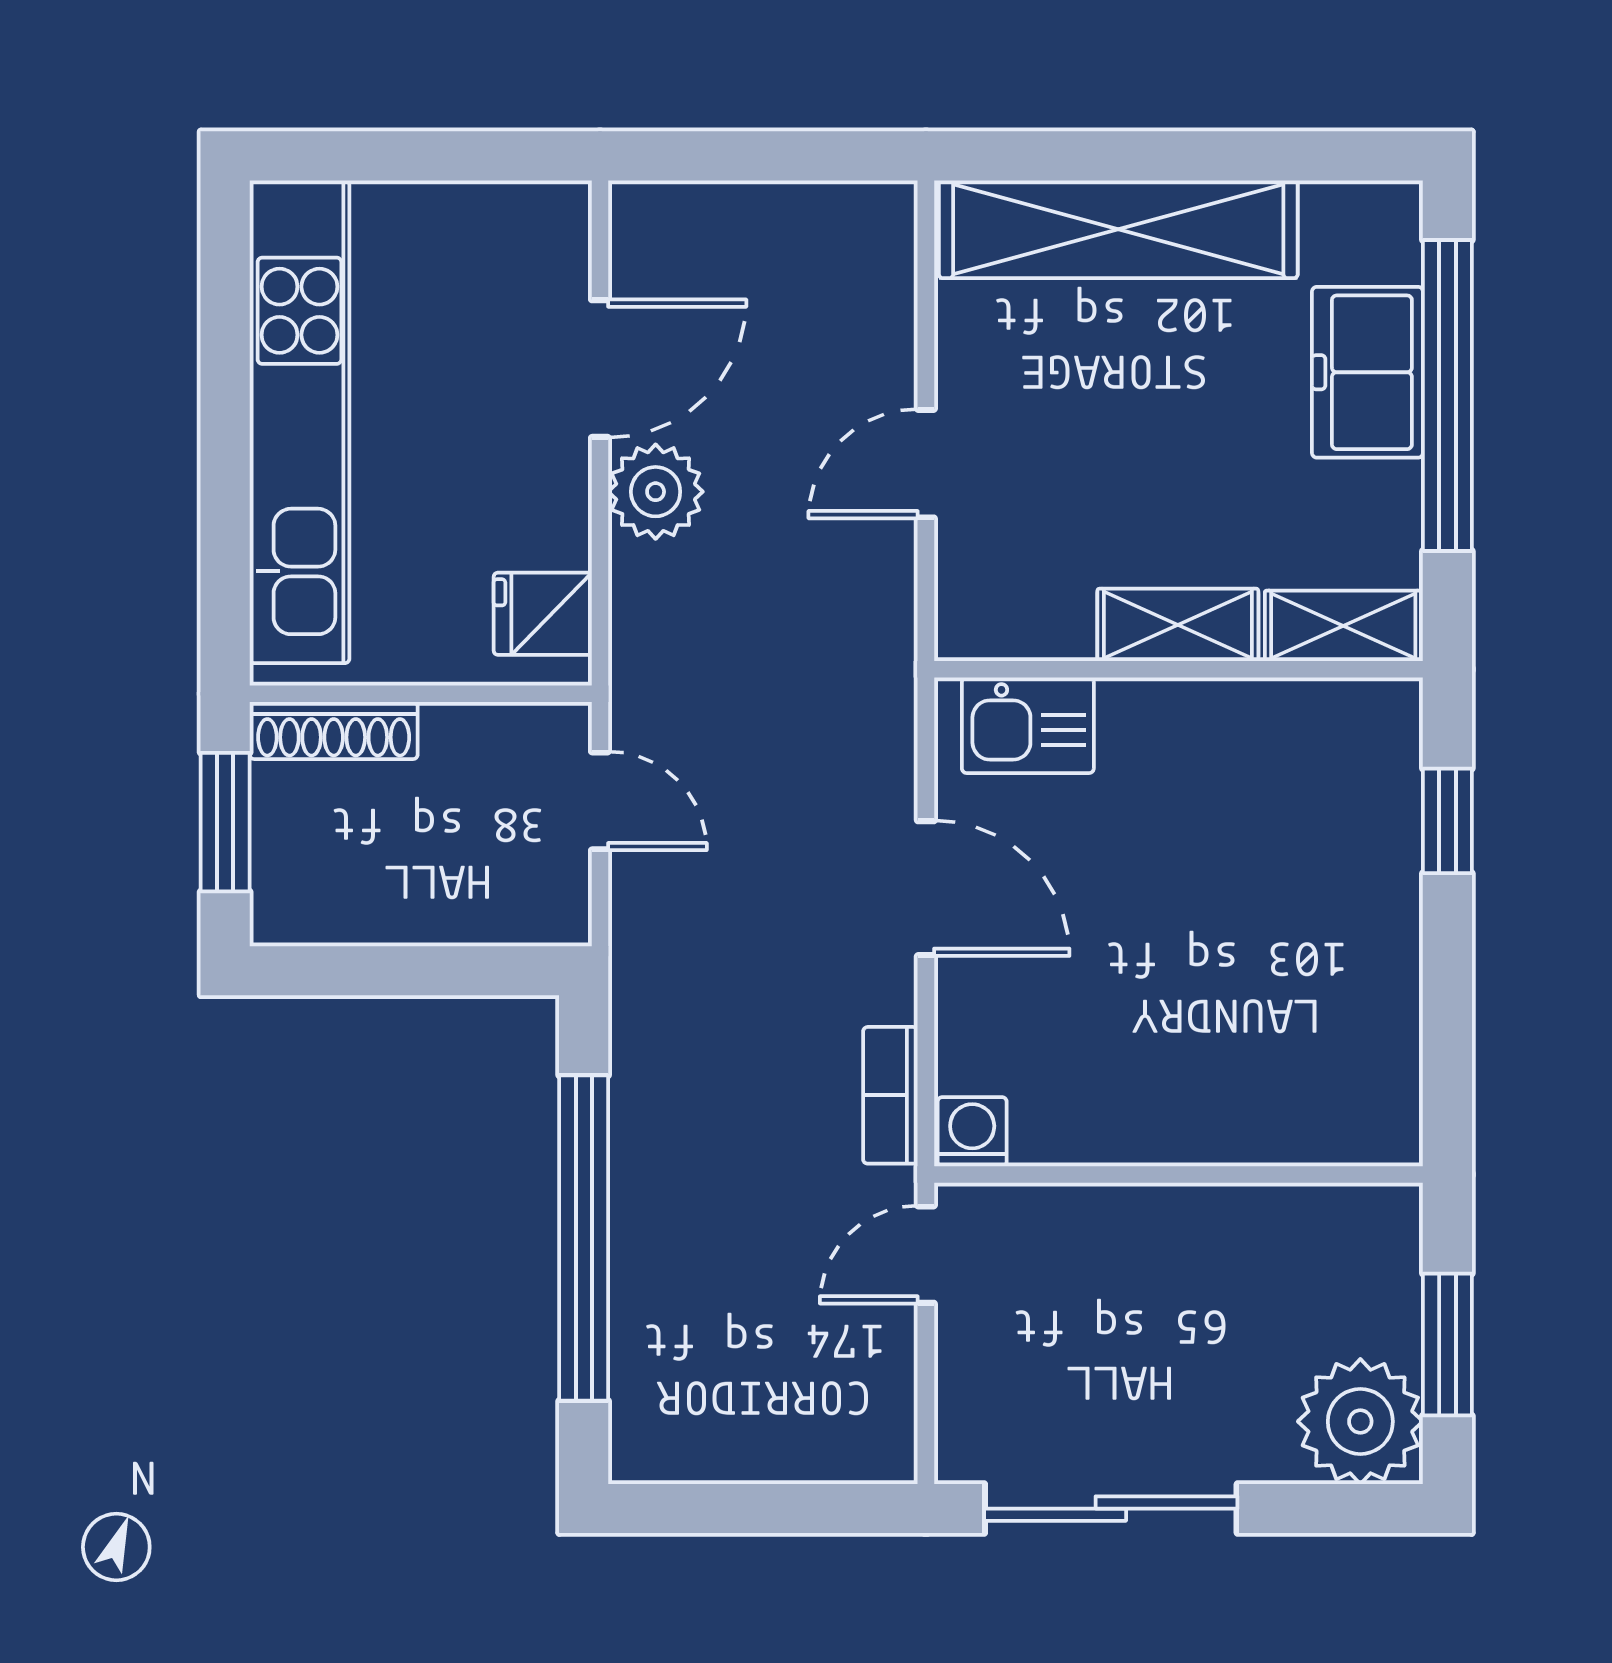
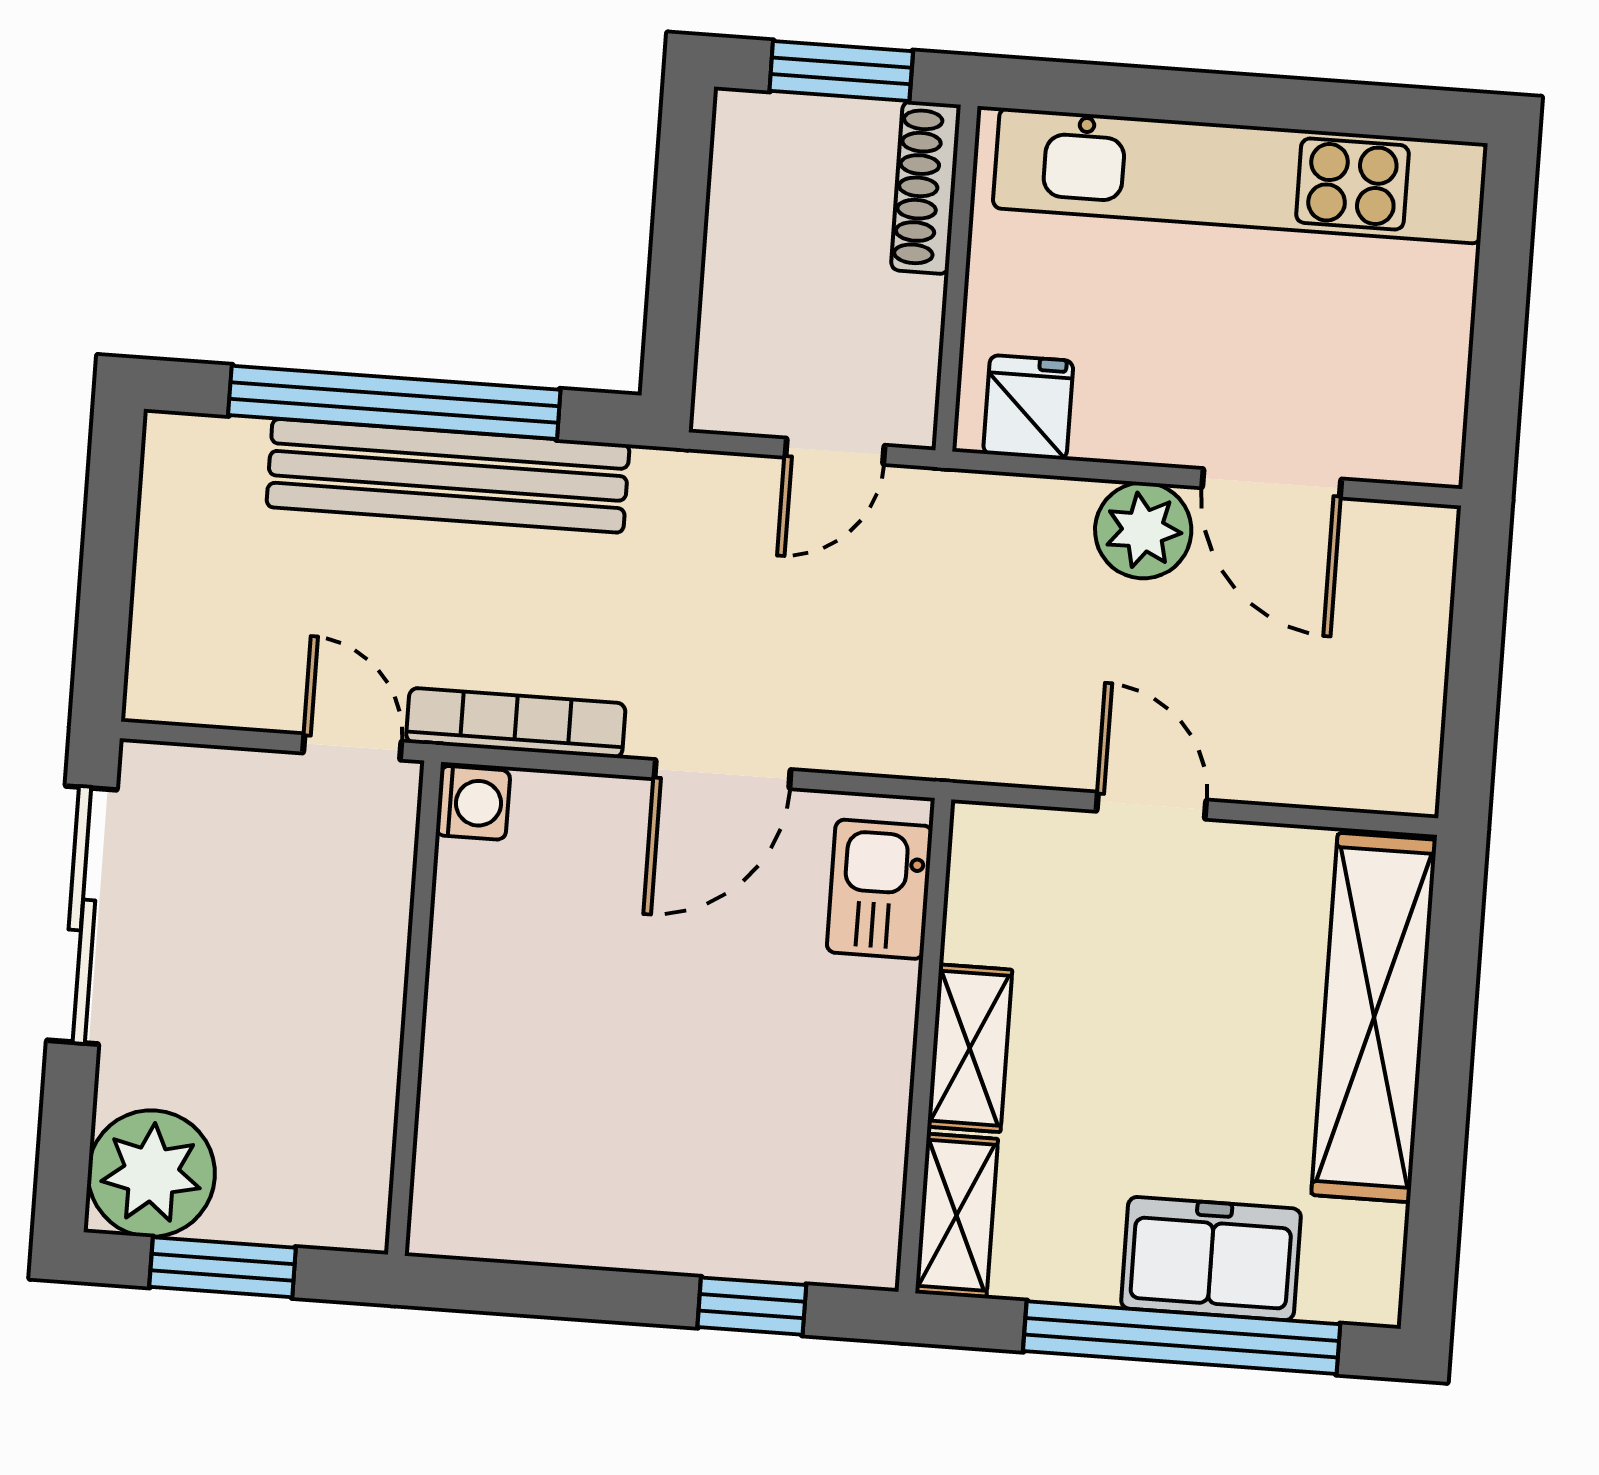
bookcase: (890, 1095) -> (516, 723), width x1.56
bench: (652, 1180) -> (448, 476), added

